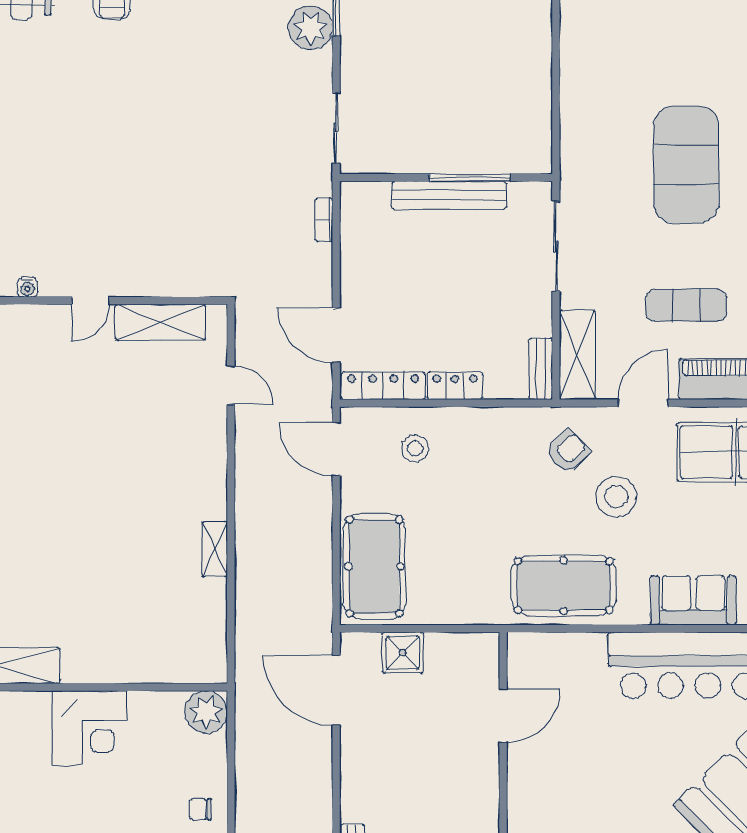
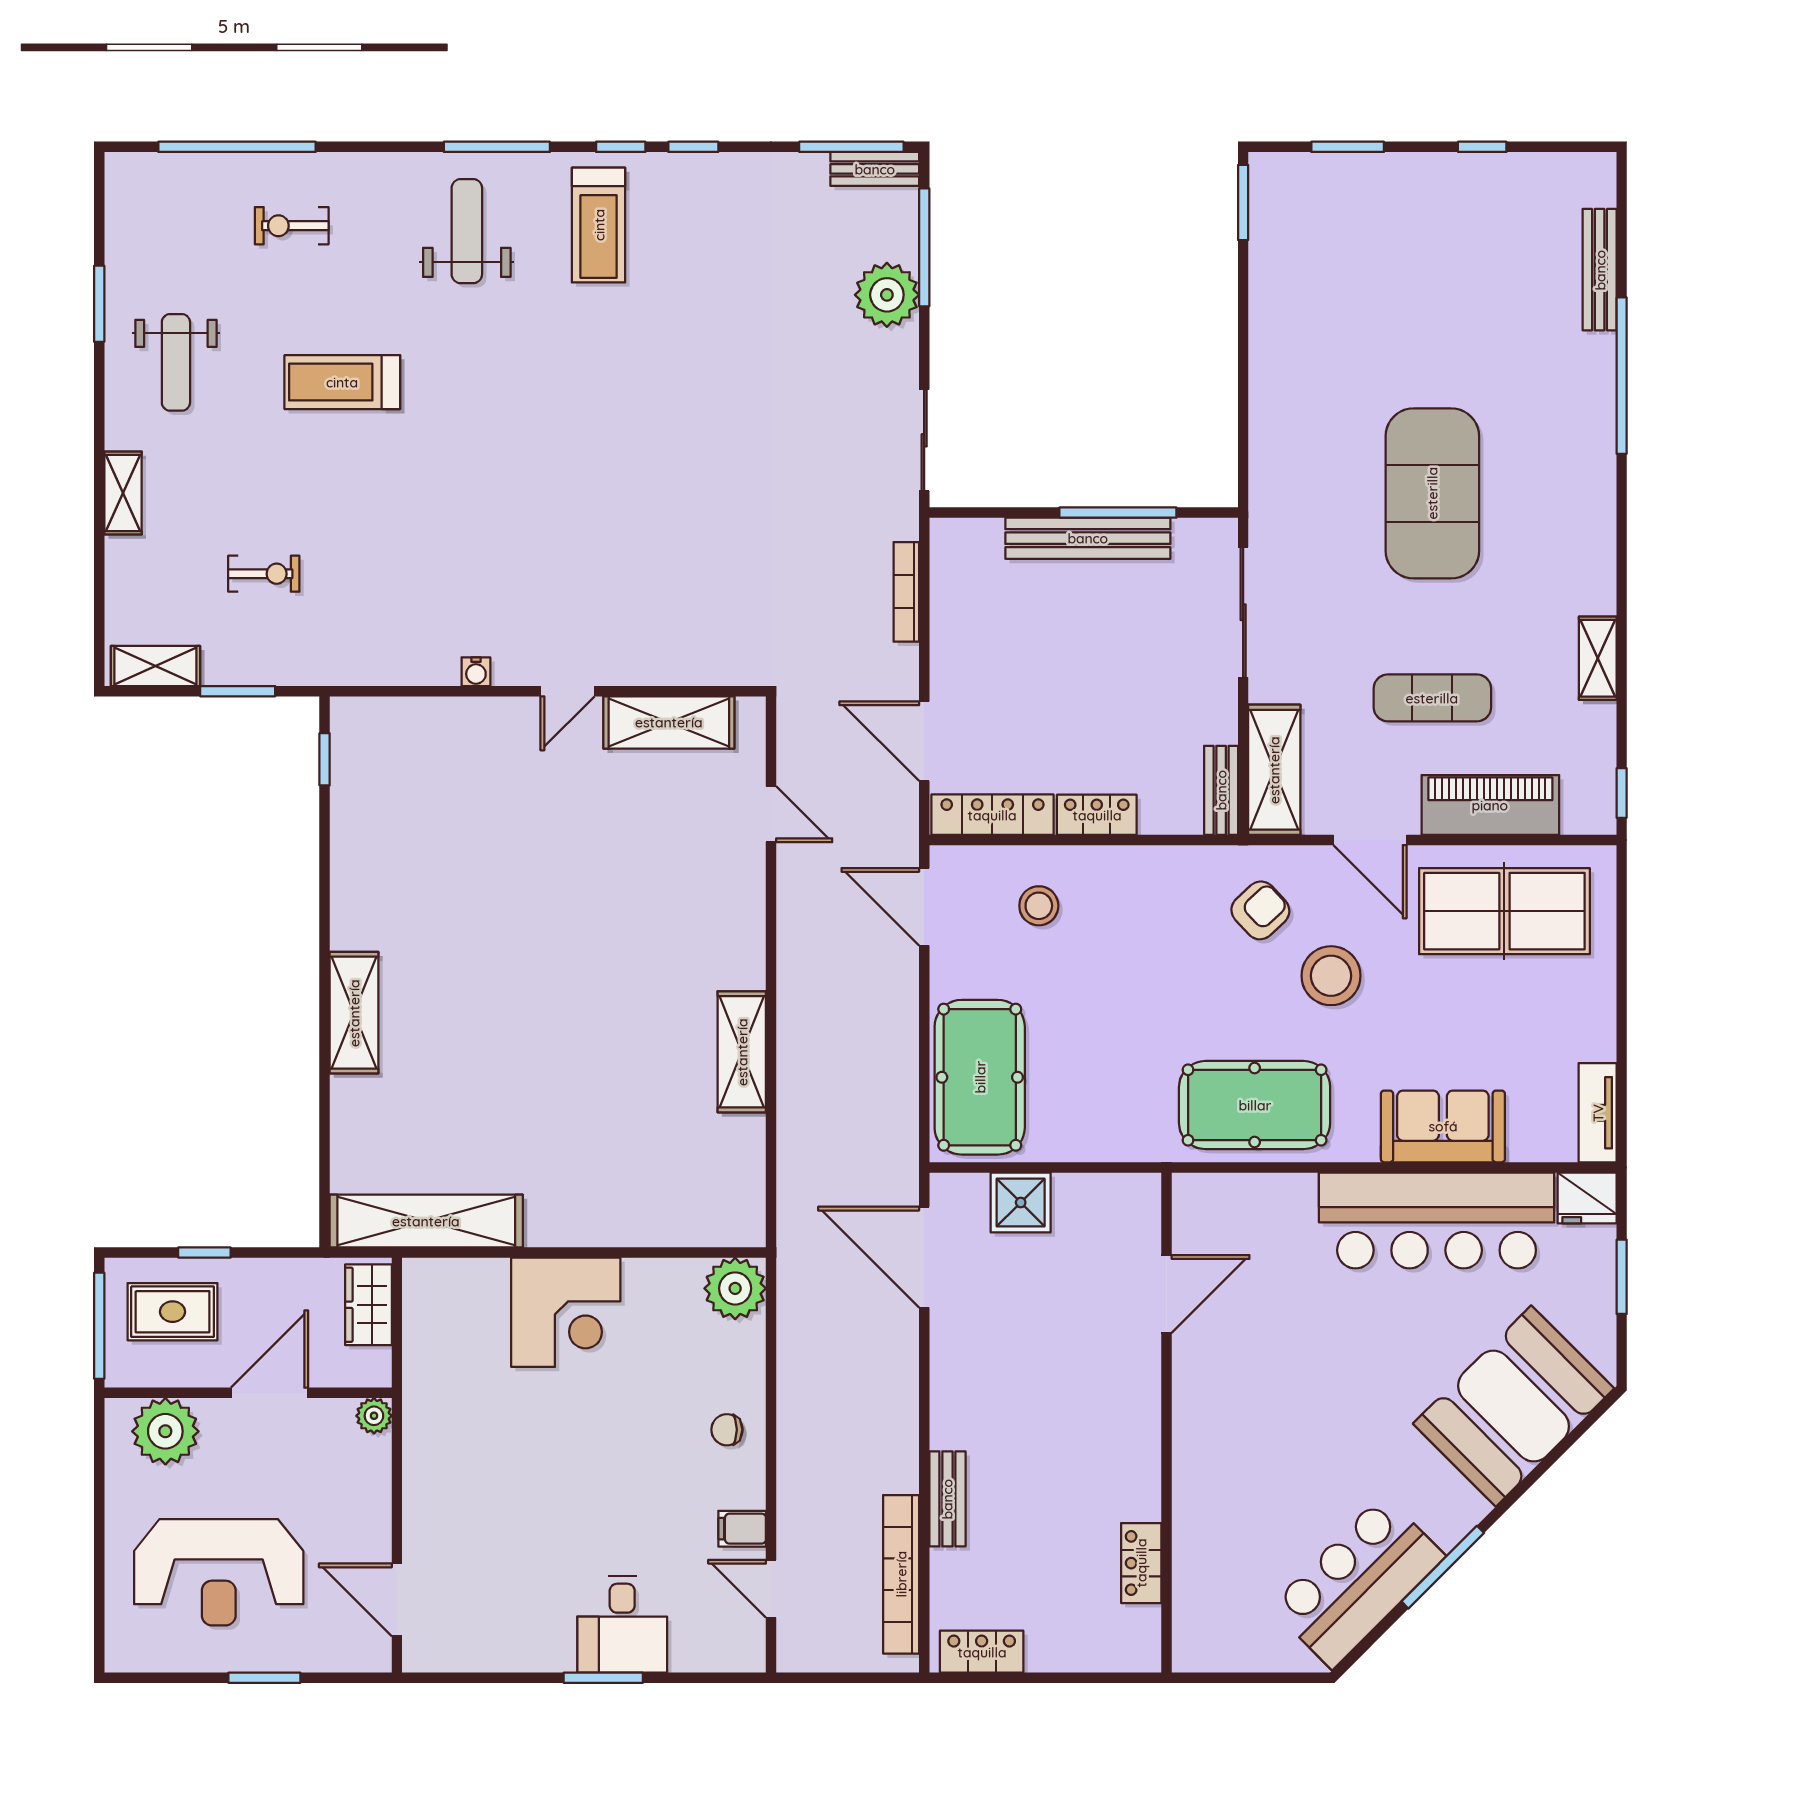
bookcase: (324, 220) -> (906, 592), width x1.56
door: (643, 403) -> (1370, 840), swing flipped
shelving: (215, 549) -> (742, 1052), width x1.50, depth x1.33

